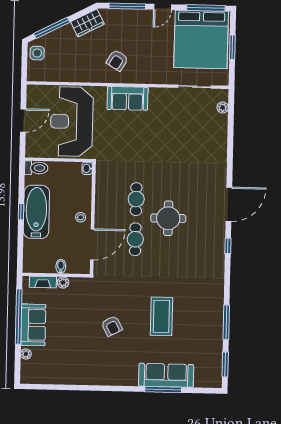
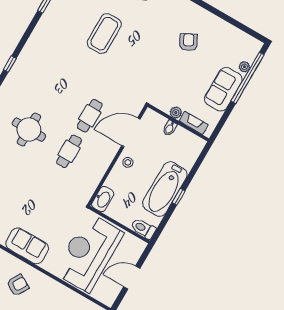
reception desk: (72, 122) -> (89, 253), turned 180
washbasin: (87, 168) -> (103, 199), width x1.91, depth x1.45
round table: (168, 218) -> (29, 130), moved
window: (19, 317) -> (247, 78), moved
armchair: (112, 326) -> (188, 42), moved

